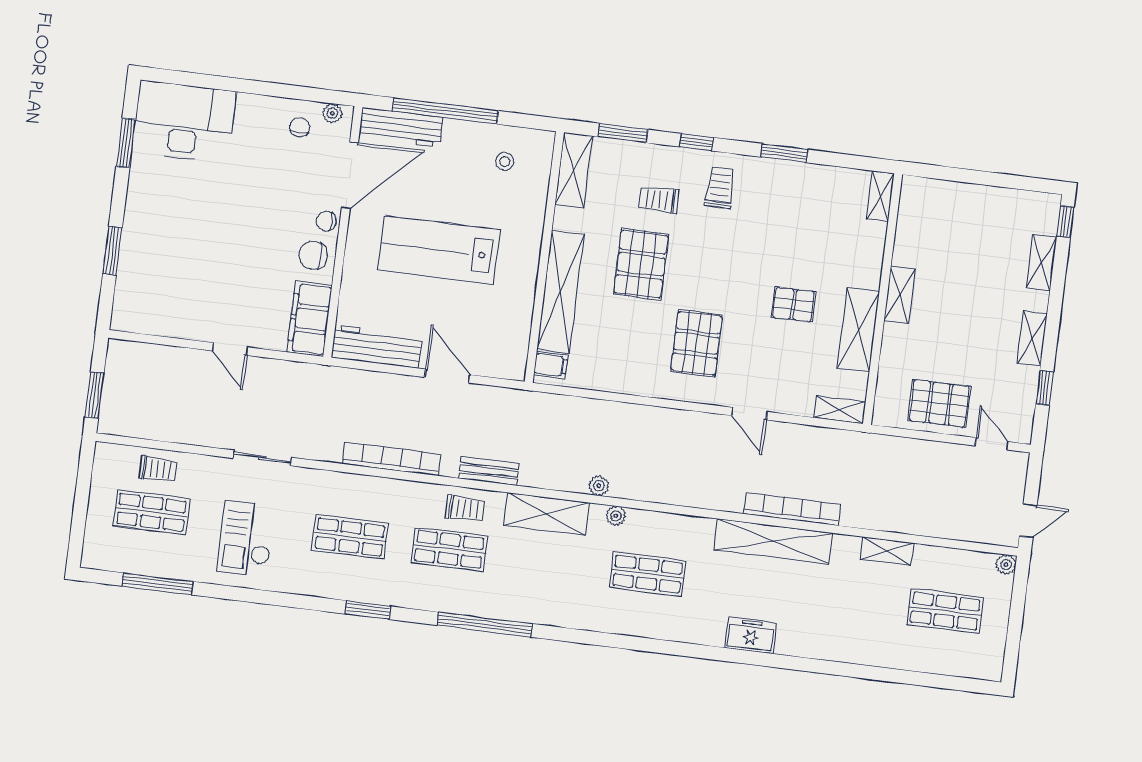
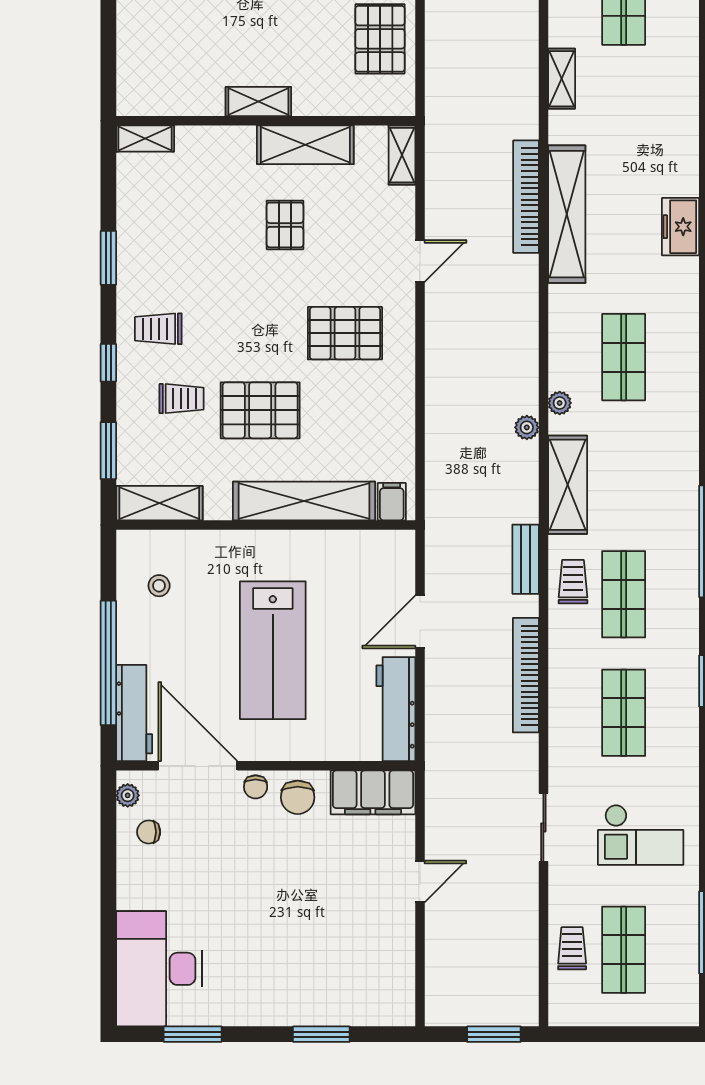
trolley: (659, 200) -> (181, 399), turned -90

